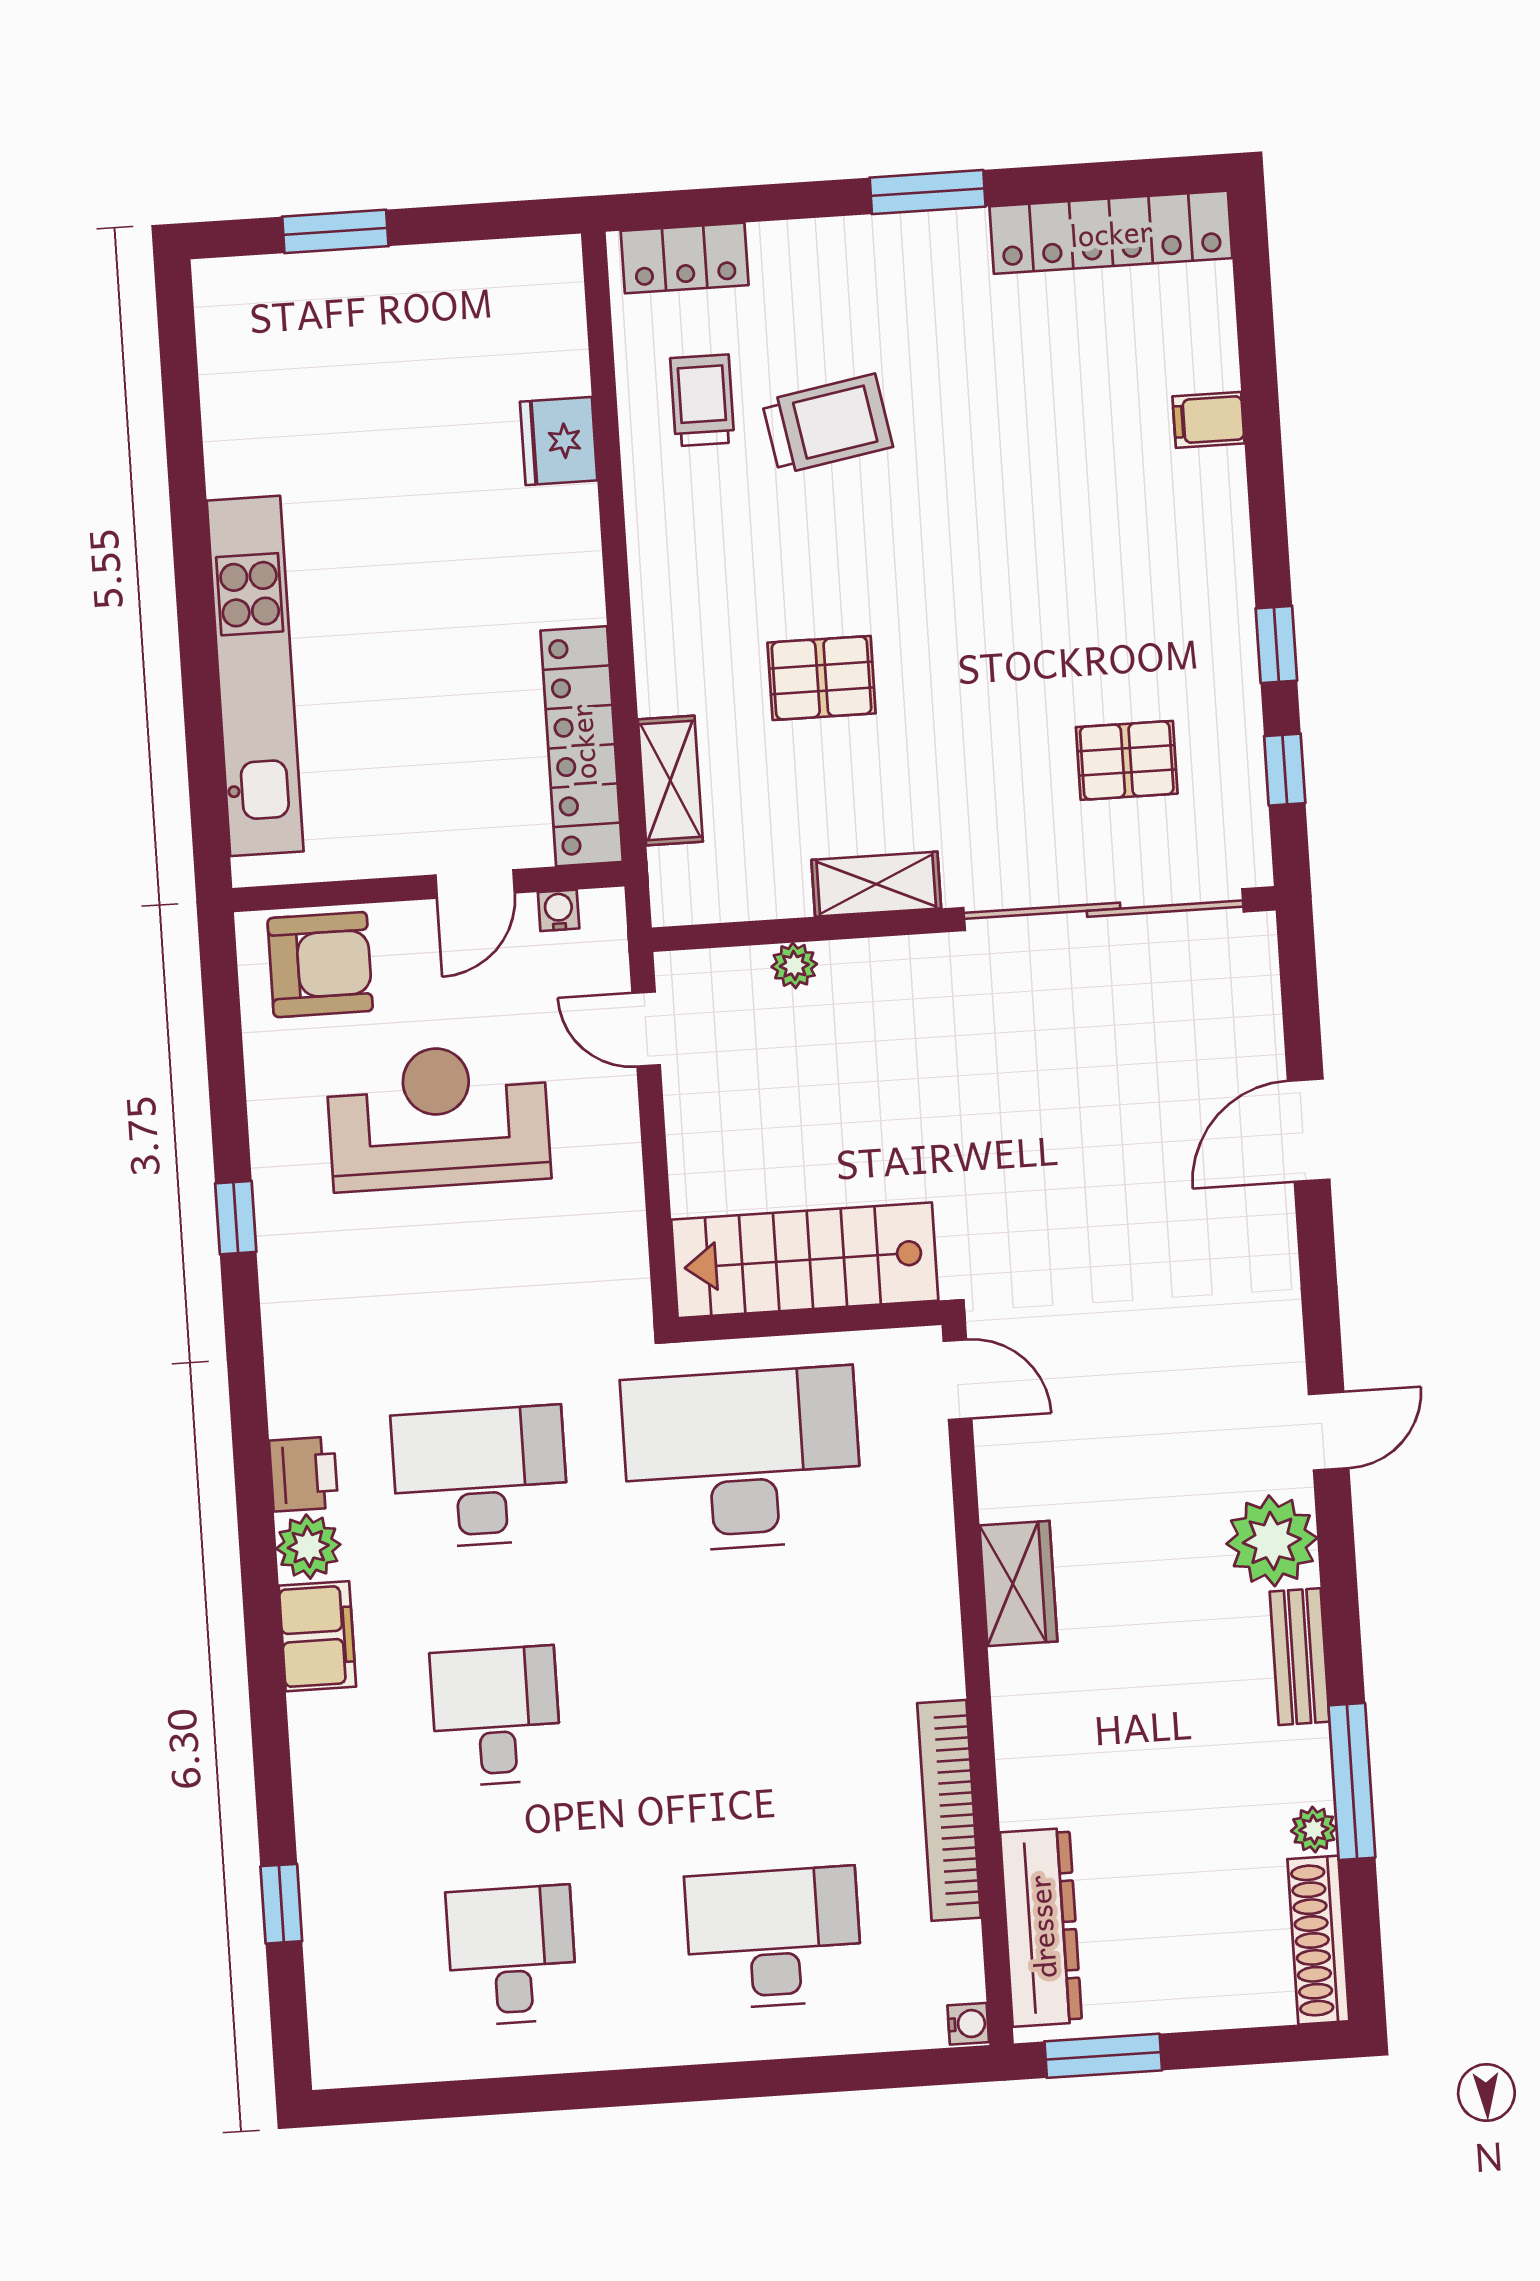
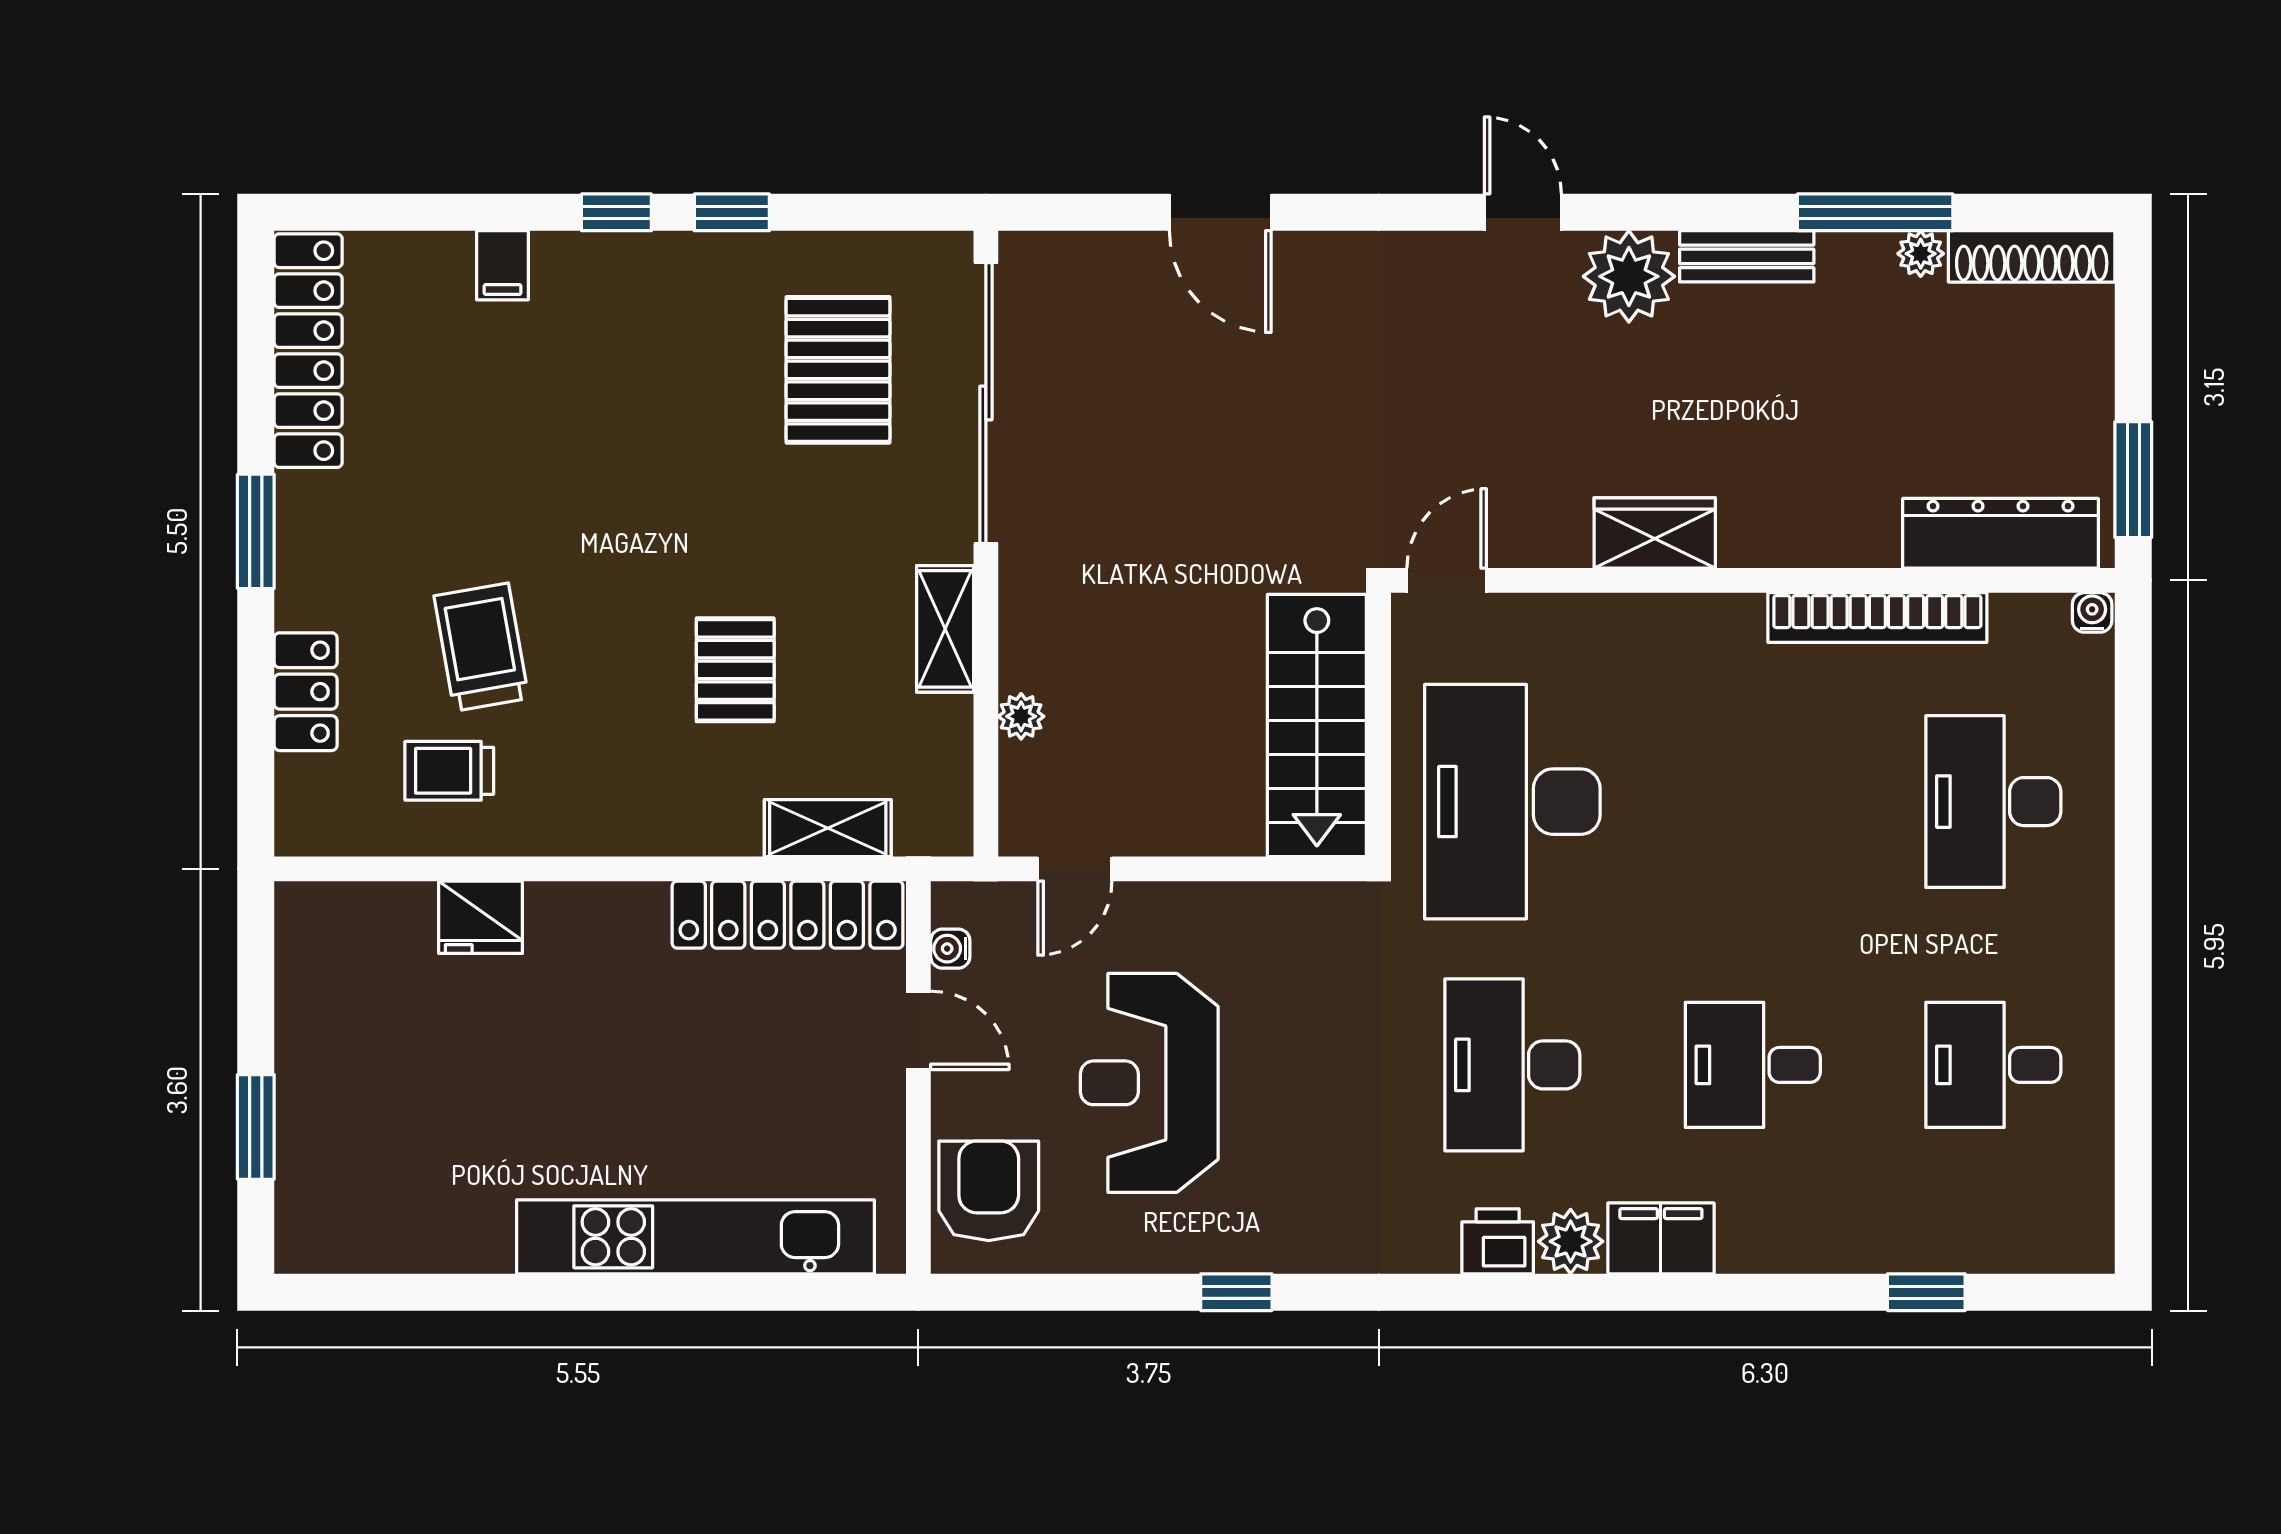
locker: (685, 258) -> (306, 692), moved
pallet: (1127, 760) -> (838, 370), width x1.50, depth x1.42
window: (1285, 770) -> (616, 212), moved

